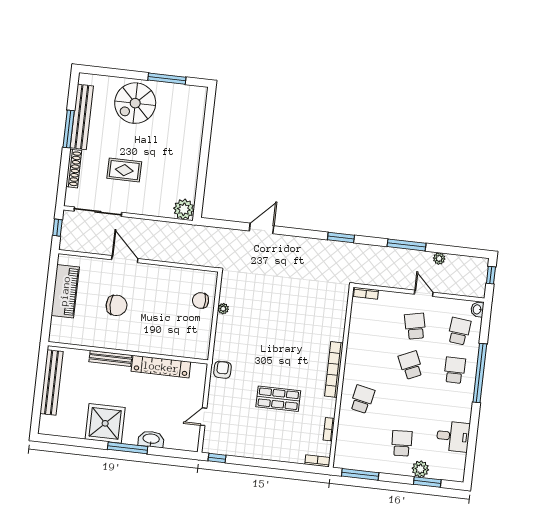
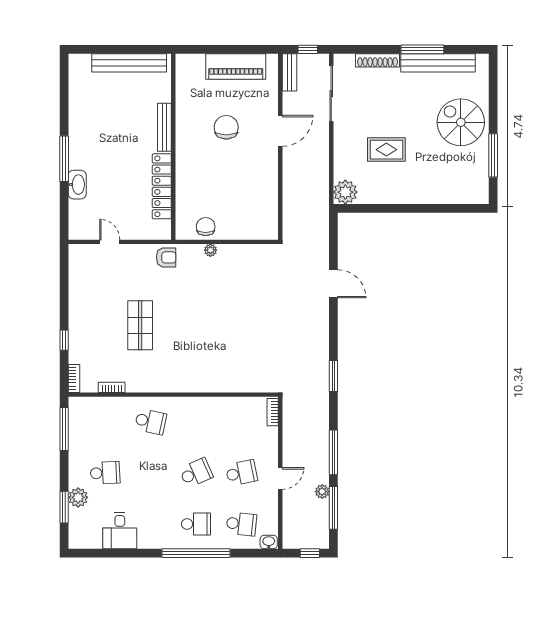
rug: (124, 170) -> (386, 150), moved, turned 90
bench: (75, 246) -> (290, 72), added
window: (454, 250) -> (333, 508), added
chair: (201, 301) -> (206, 227), moved
chair: (116, 305) -> (226, 127), turned 180
plant: (223, 309) -> (210, 250), moved
bookcase: (334, 370) -> (181, 385), removed
shower: (105, 423) -> (89, 130), removed
window: (217, 458) -> (64, 340), moved

